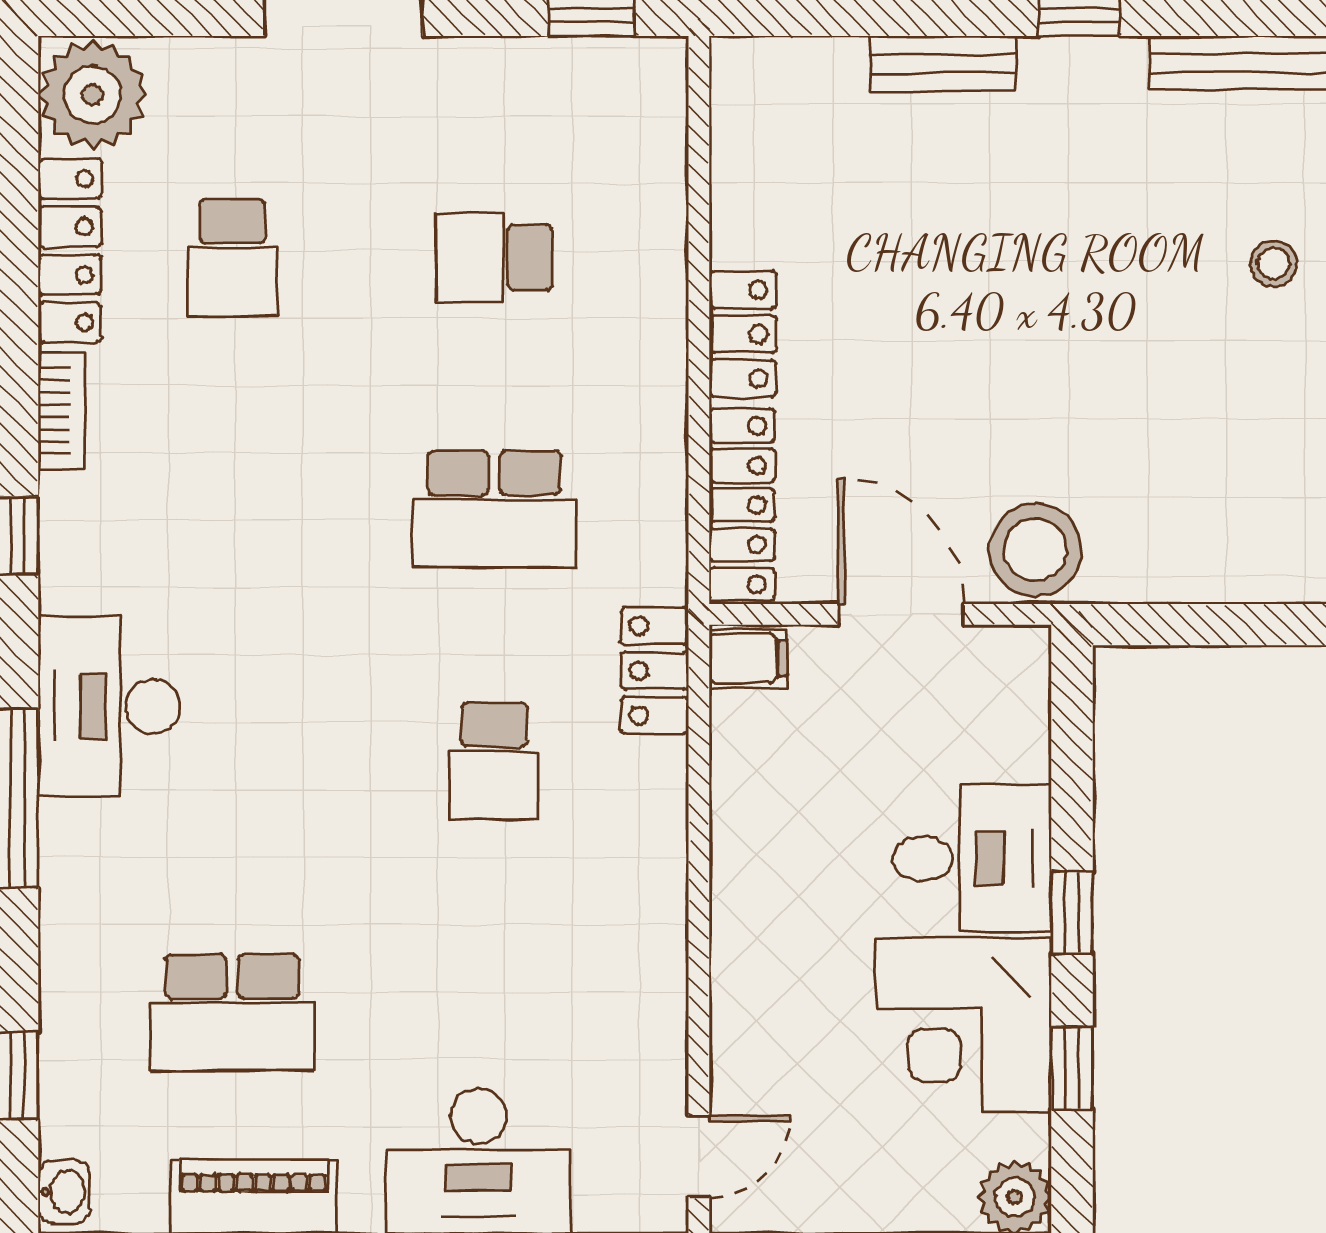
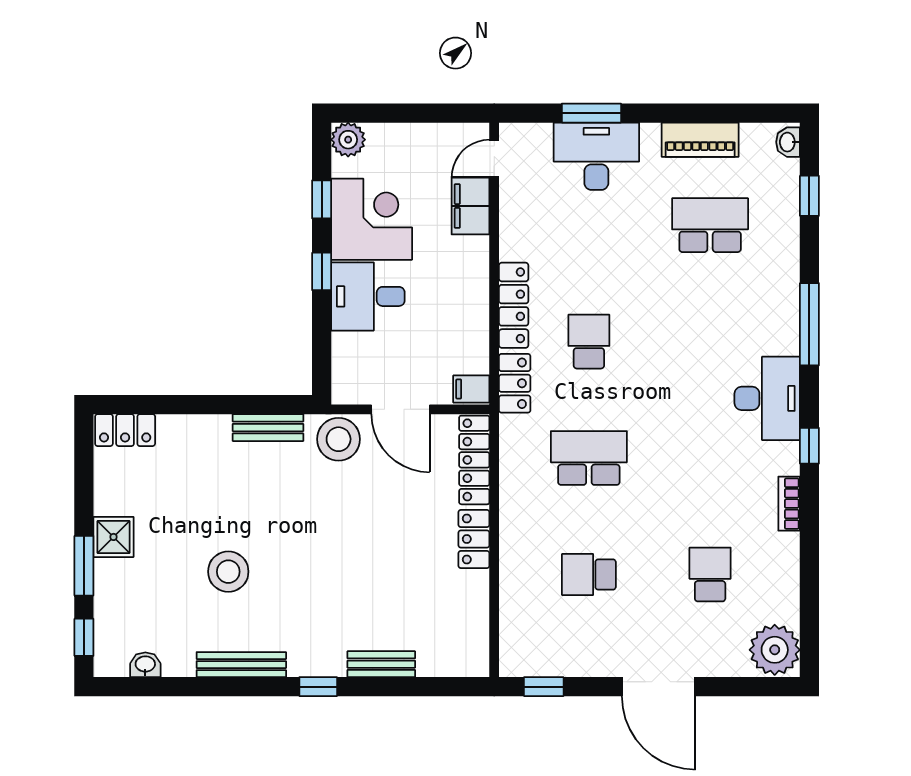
locker: (70, 251) -> (514, 305), moved, turned 180
school desk: (494, 257) -> (589, 574), turned 180
stool: (1274, 264) -> (228, 572), width x1.89, depth x1.89
bench: (1188, 575) -> (268, 428), added
desk: (109, 706) -> (767, 398), moved
filing cabinet: (750, 1054) -> (471, 206), added

